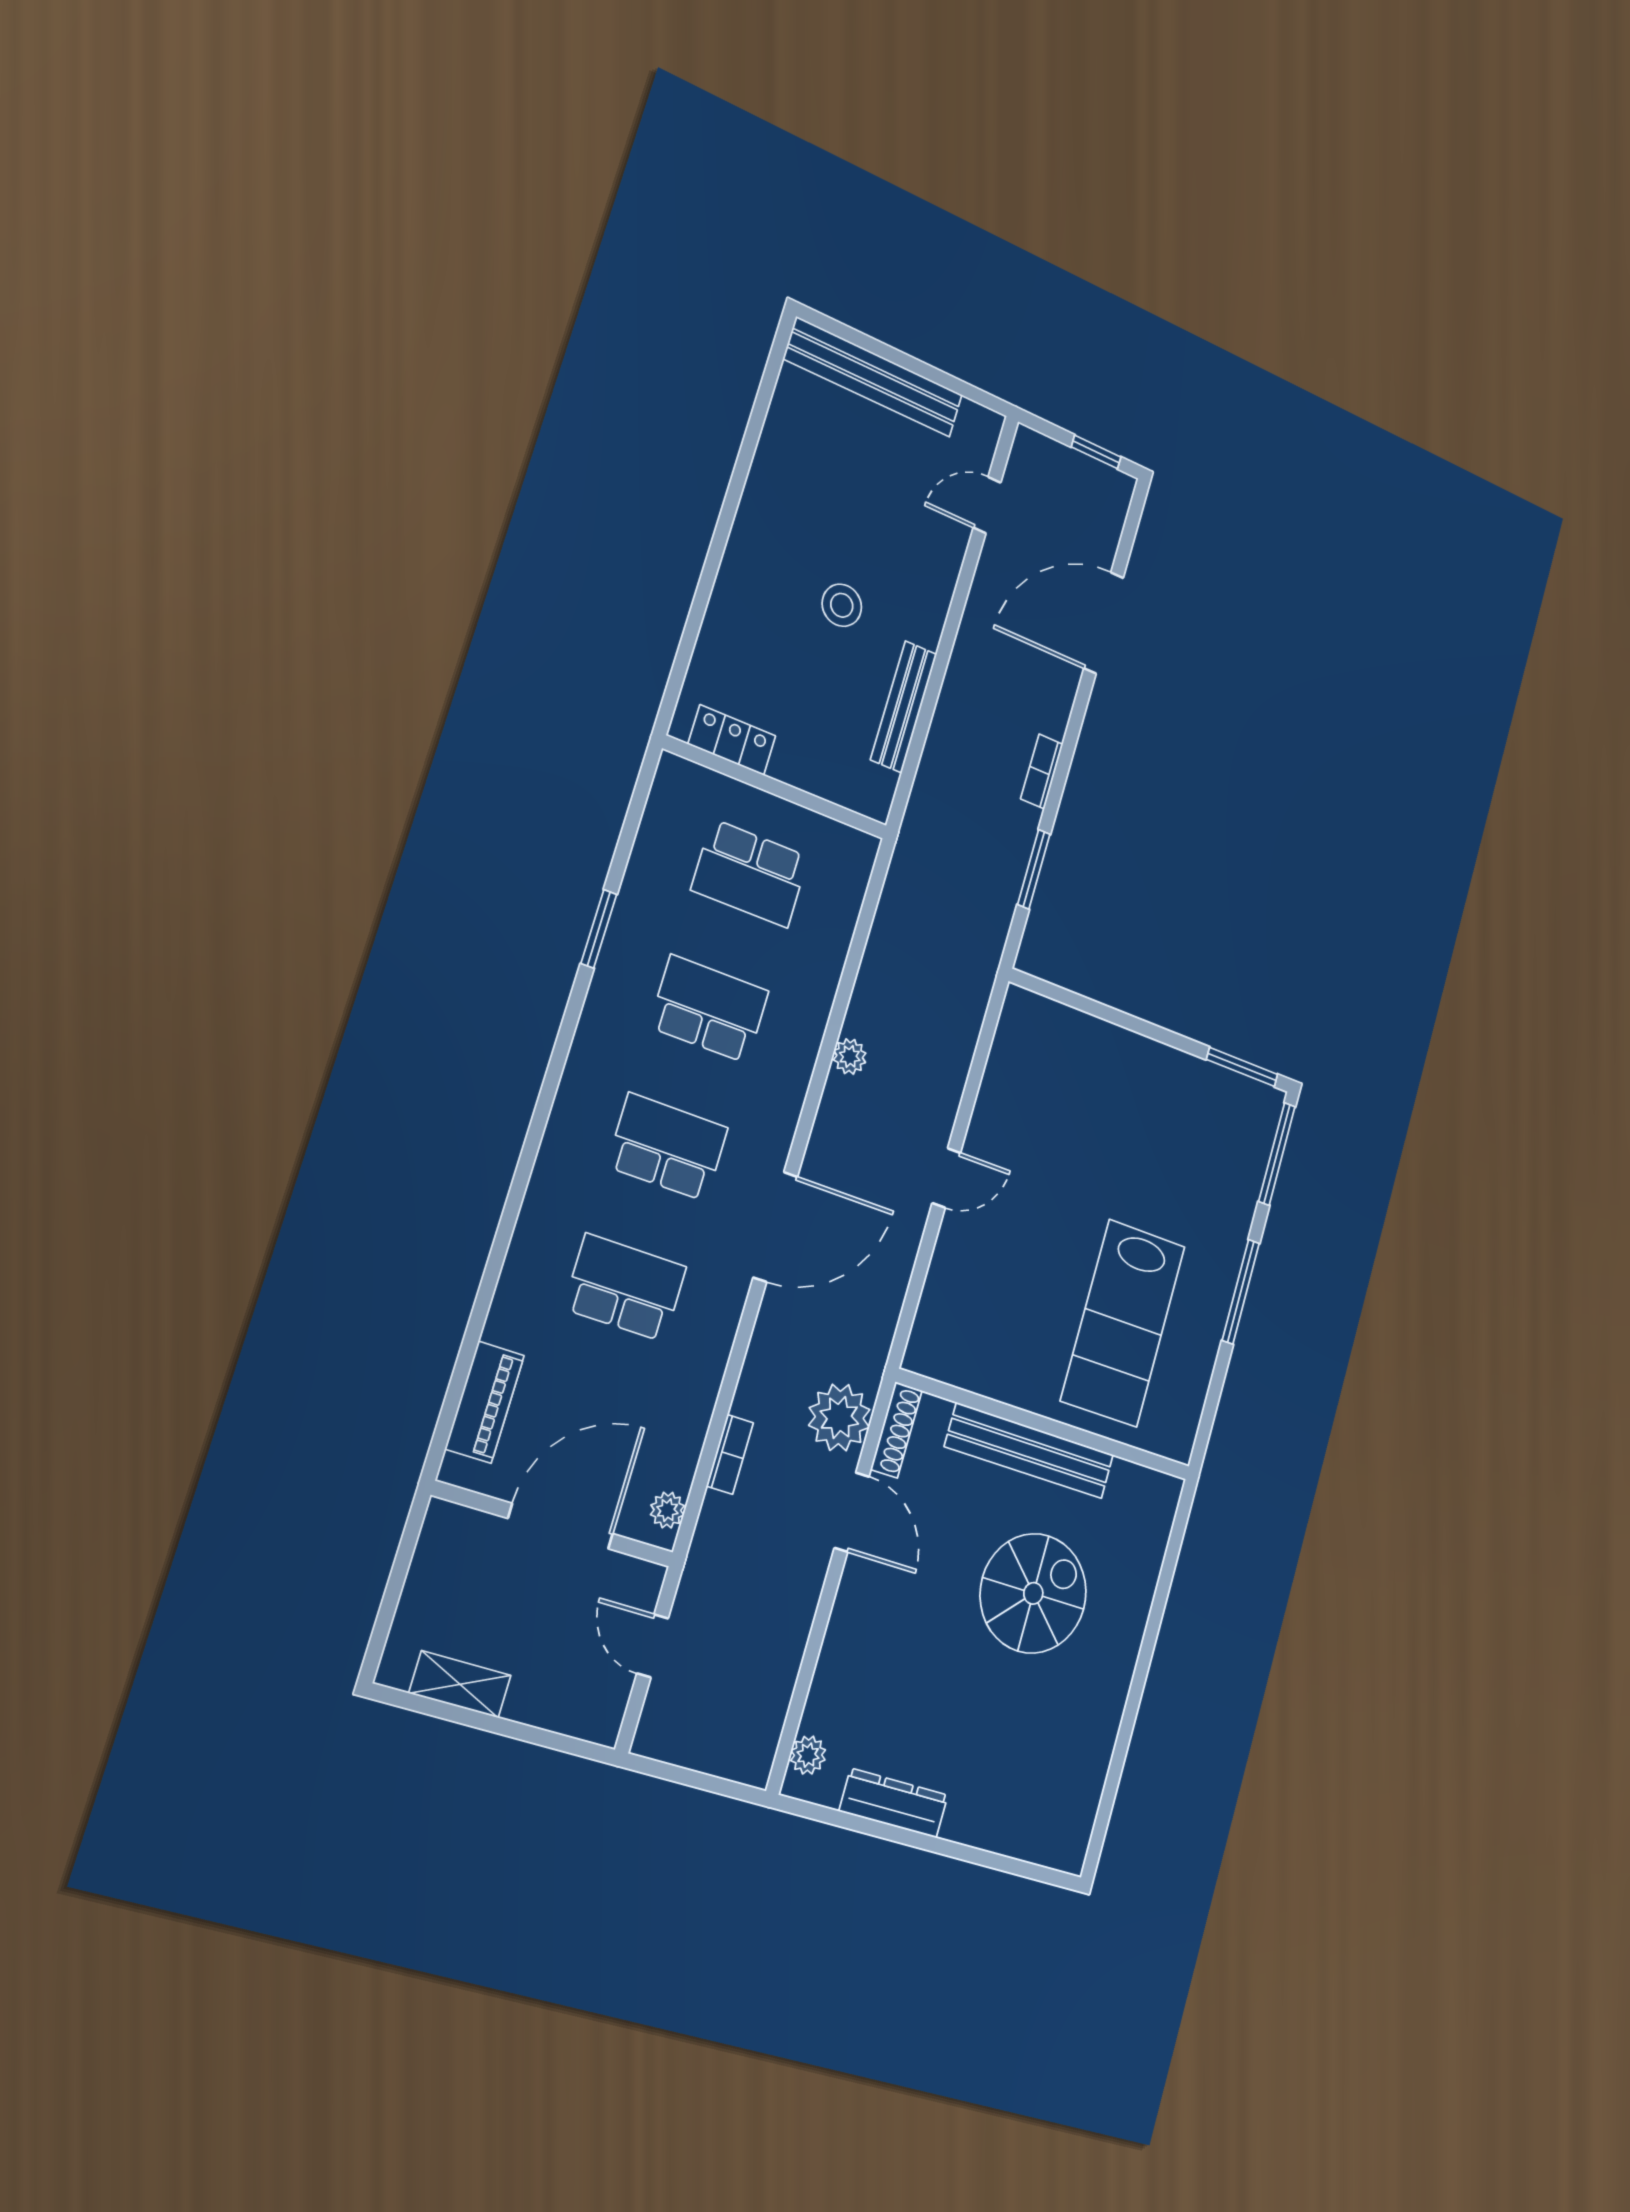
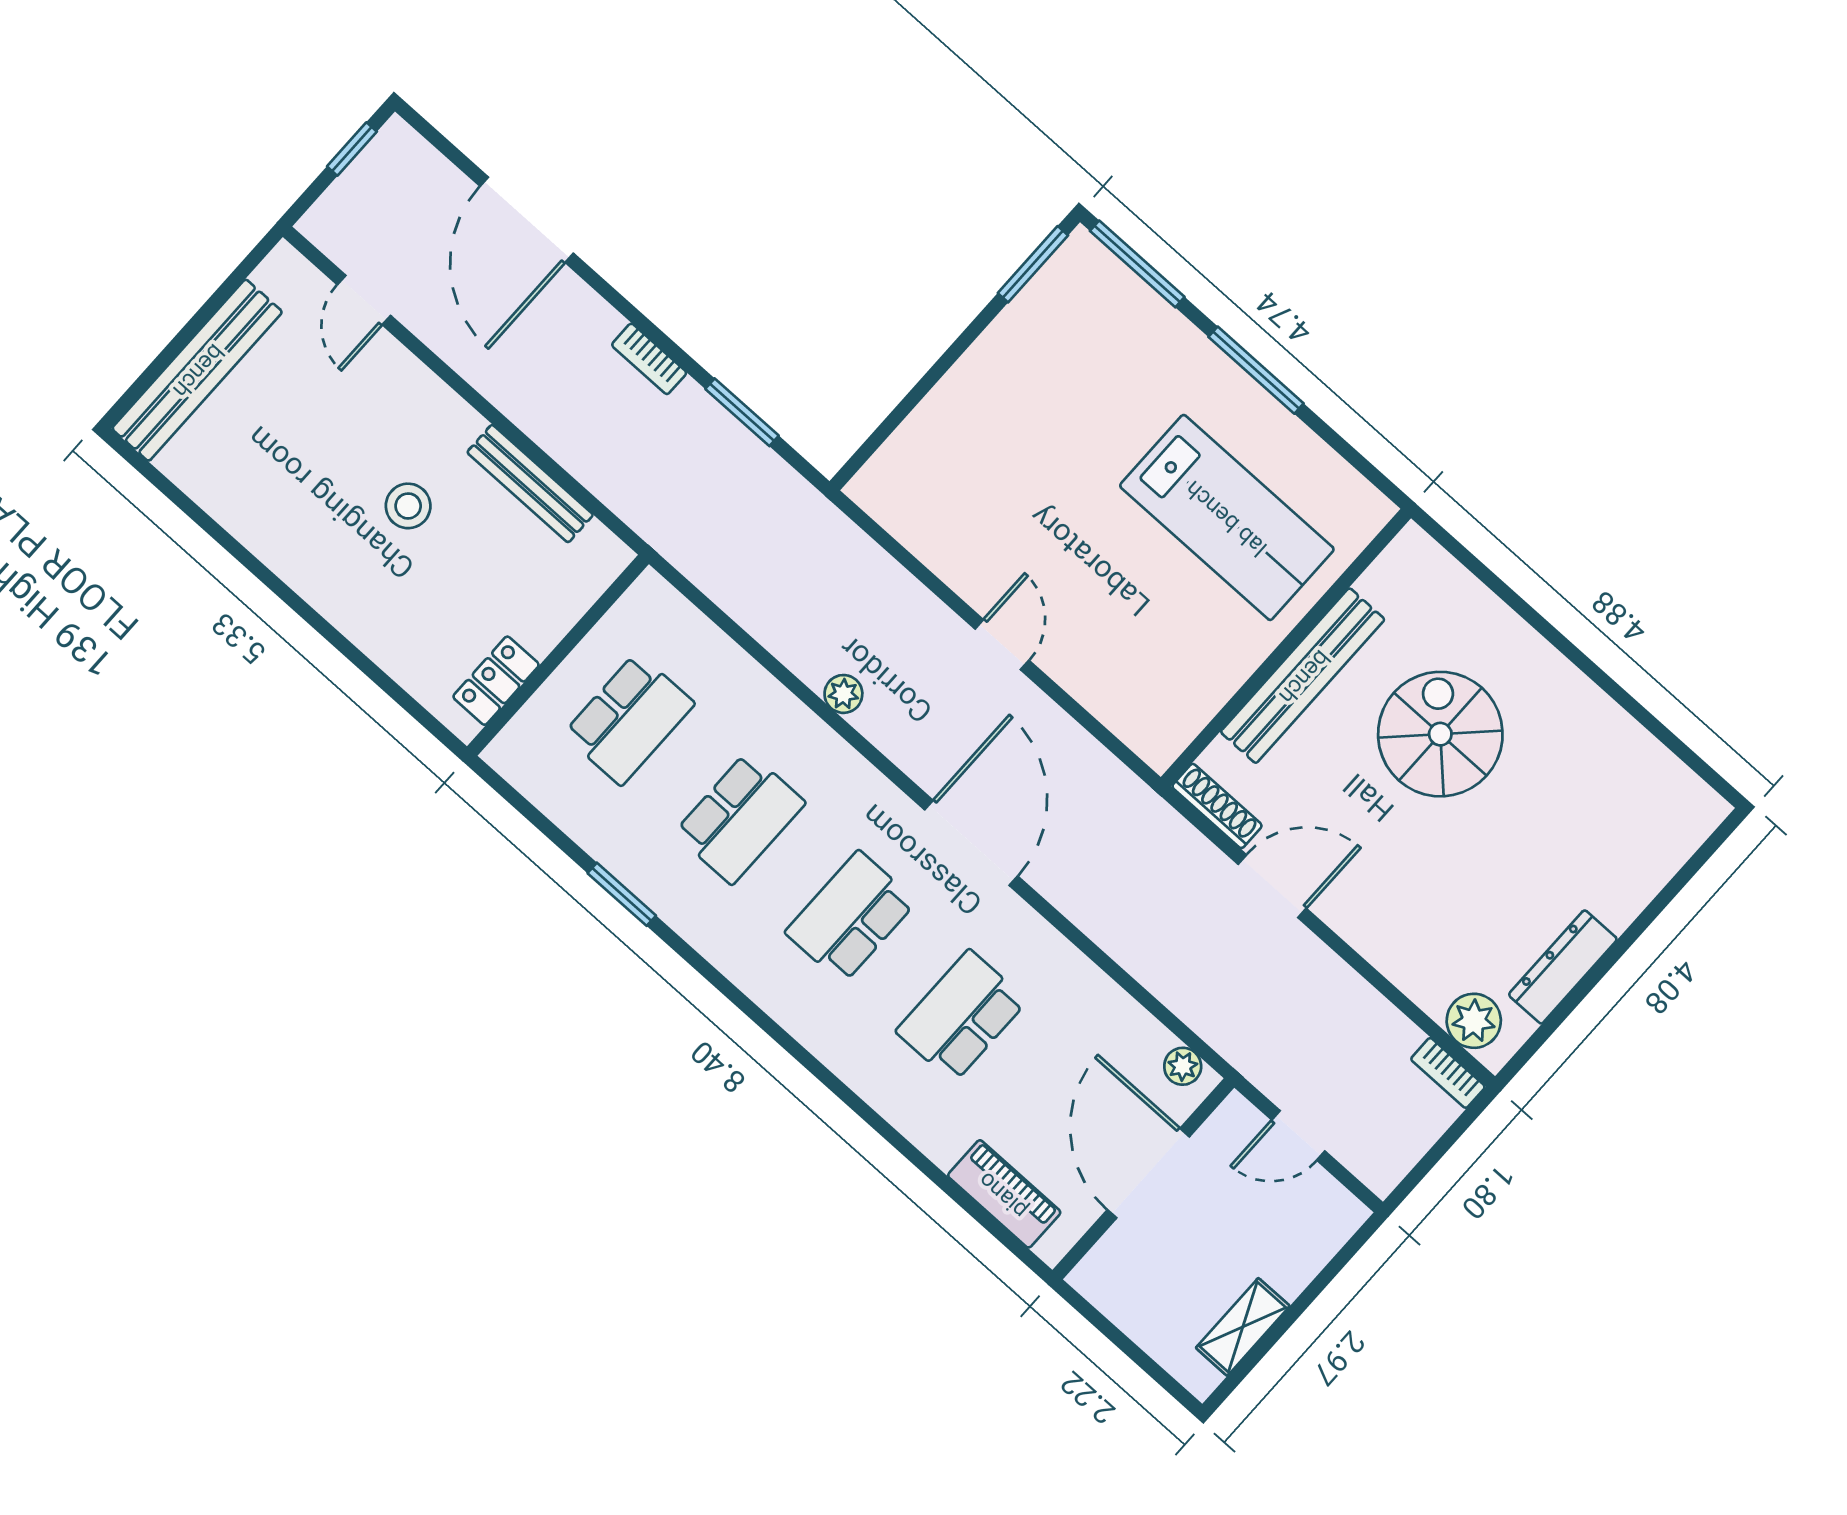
school desk: (709, 1009) -> (740, 818), turned 180
plant: (839, 1417) -> (1178, 859), removed
bookcase: (730, 1454) -> (1448, 1073), moved, turned 180
plant: (808, 1755) -> (1474, 1021), width x1.38, depth x1.38

